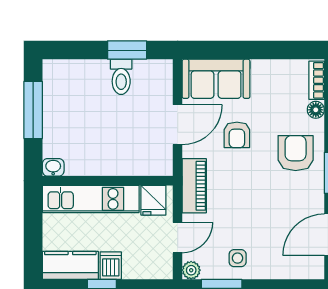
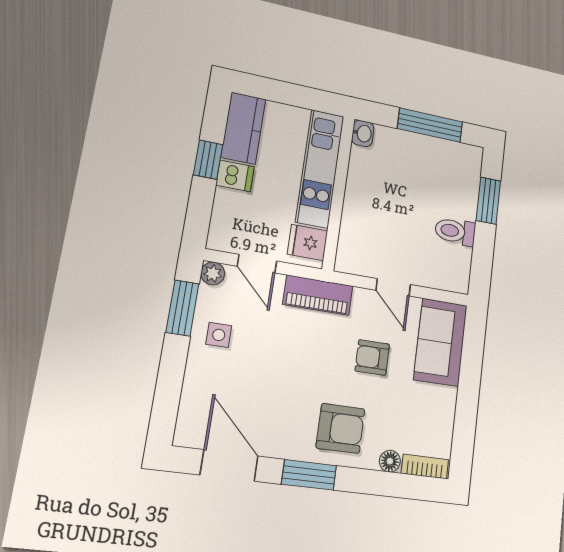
window: (127, 50) -> (488, 201), moved
door: (178, 125) -> (393, 287), width x0.73

